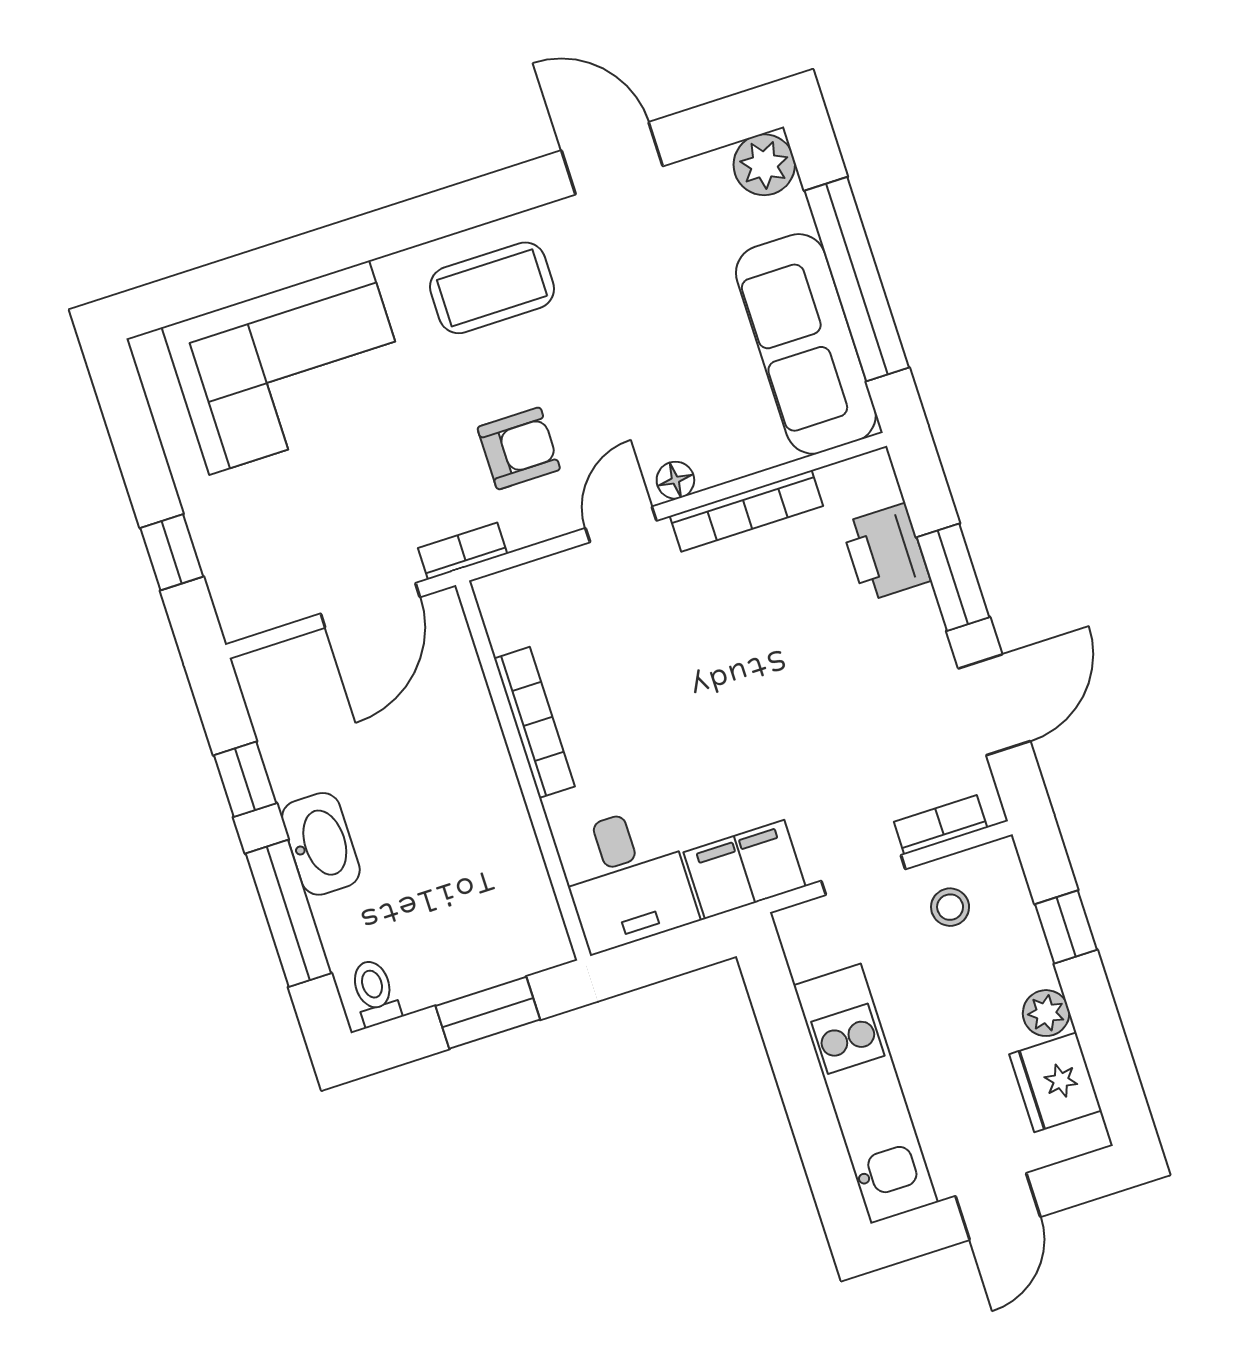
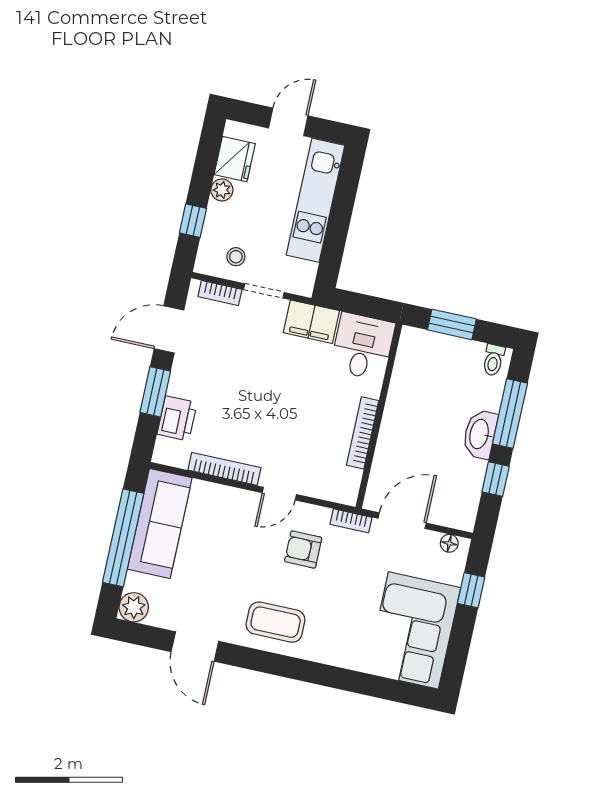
corner sofa: (289, 368) -> (413, 630), moved, turned -90
floor lamp: (675, 480) -> (449, 543), moved

